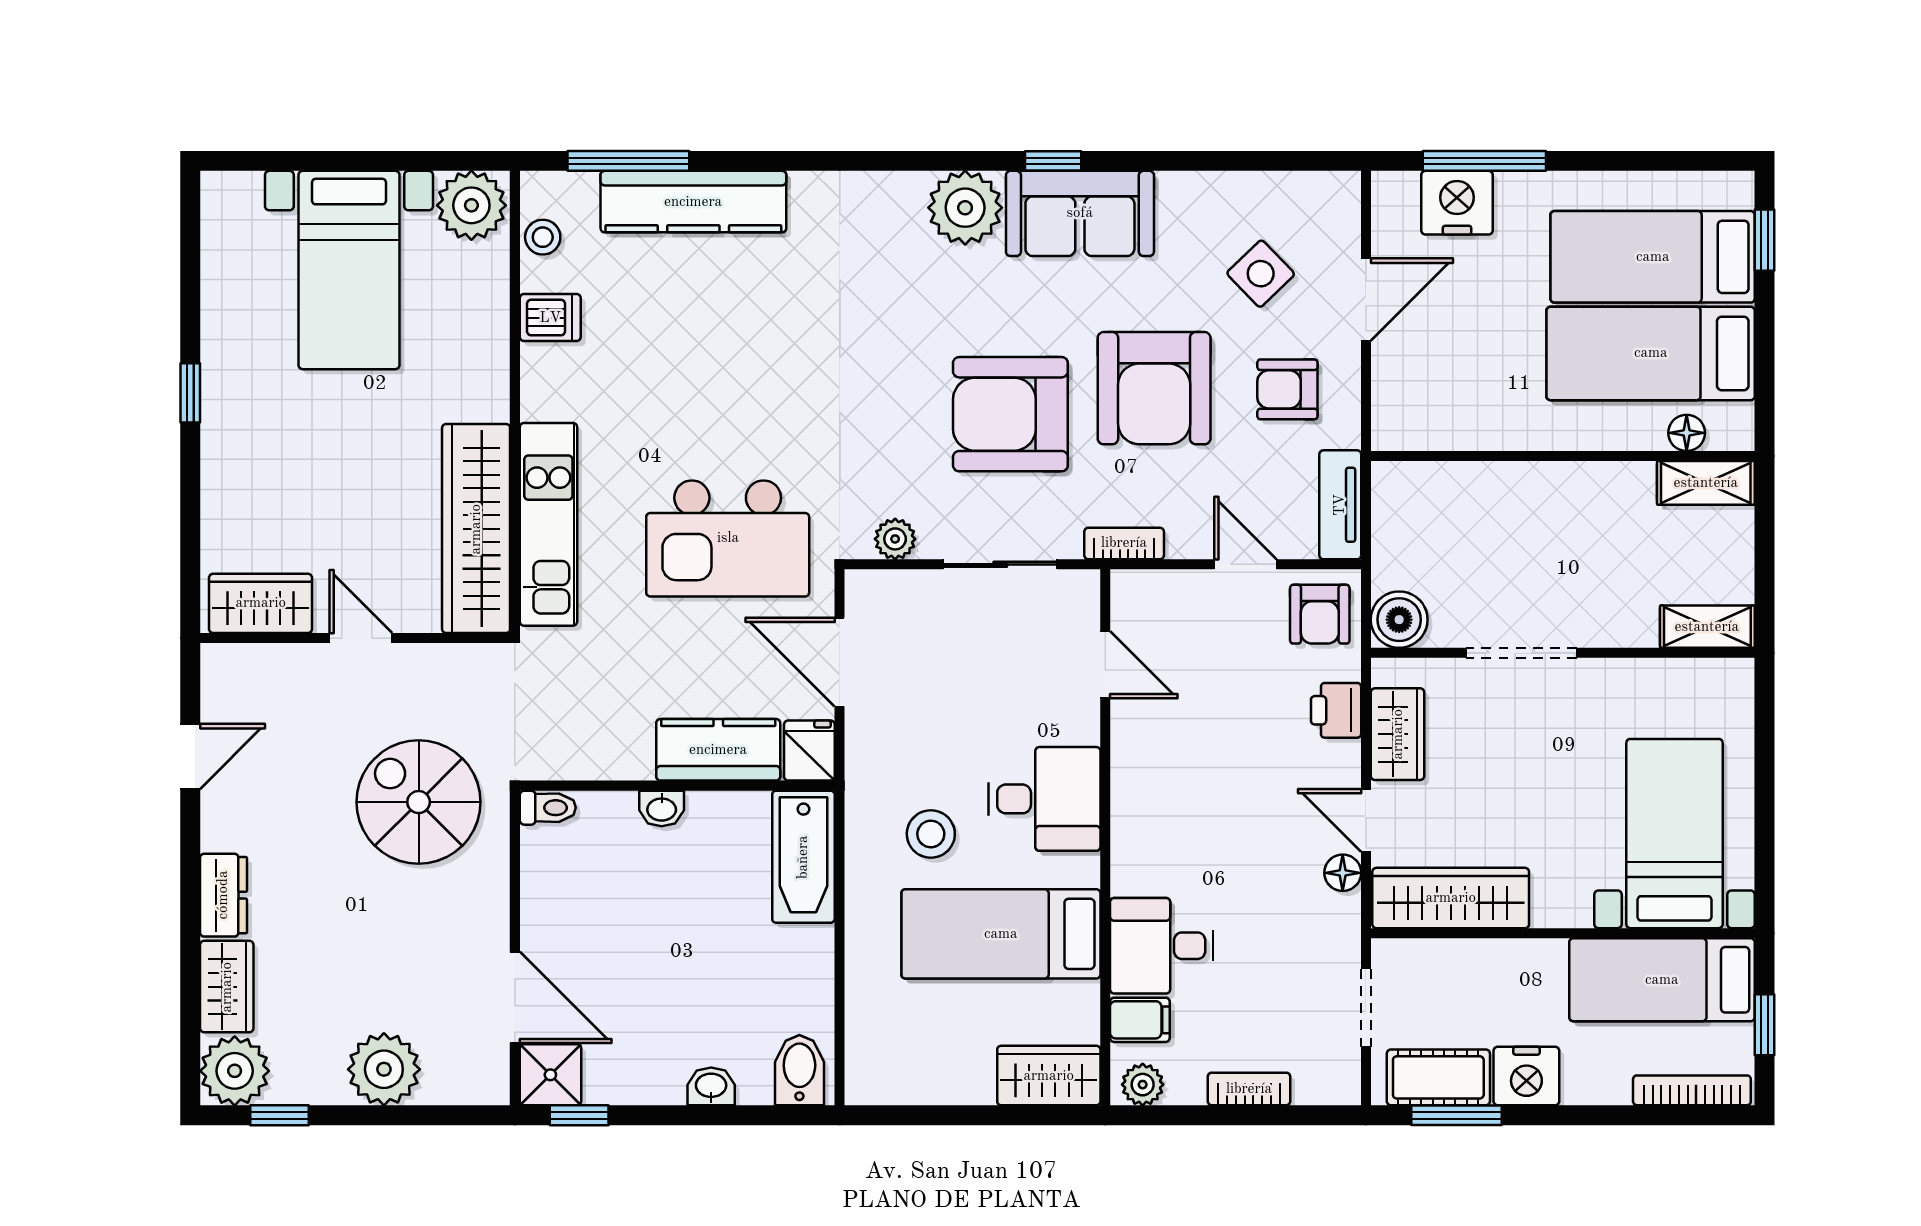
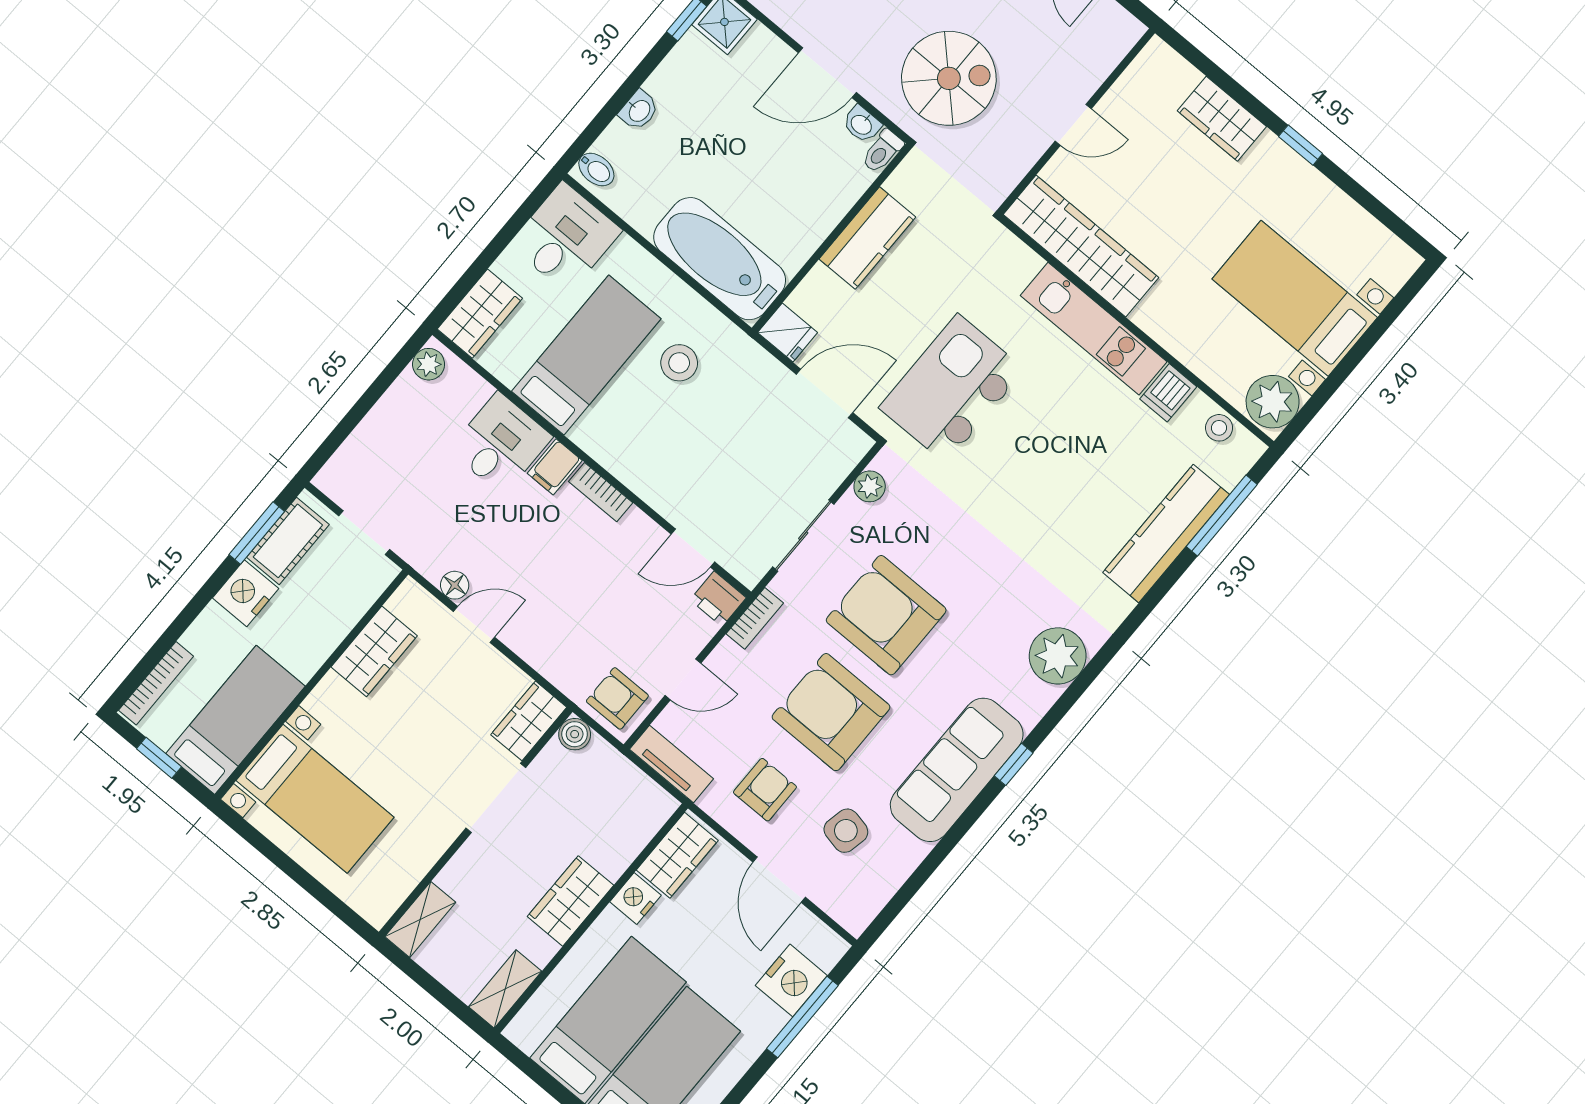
plant: (965, 208) -> (1058, 656), moved
sofa: (1080, 213) -> (957, 770), width x1.36
side table: (1261, 274) -> (846, 831), turned -34
armchair: (1010, 414) -> (886, 615), turned -90
wardrobe: (1427, 422) -> (677, 855), added
nightstand: (1506, 428) -> (635, 899), added
floor lamp: (1687, 433) -> (544, 1002), removed
wardrobe: (1563, 491) -> (570, 901), added
kitchen unit: (548, 524) -> (1094, 329), moved
wardrobe: (261, 603) -> (1222, 119), moved, turned 90
boiler: (1399, 620) -> (575, 734), width x0.73, depth x0.73
printer: (1336, 710) -> (718, 599), moved, turned 180
wardrobe: (1398, 734) -> (529, 721), moved, turned 90
kitchen counter: (718, 750) -> (867, 238), moved
desk: (1044, 799) -> (565, 238), moved, turned 180
washbasin: (662, 808) -> (862, 124), moved, turned -90
bathtub: (803, 857) -> (720, 259), width x1.36, depth x1.36
wardrobe: (1451, 898) -> (374, 651), width x0.67
door: (515, 997) -> (827, 73), moved
filing cabinet: (1140, 1020) -> (555, 467), moved
bidet: (799, 1070) -> (596, 170), width x0.72, depth x0.74
bookcase: (1249, 1089) -> (601, 492), moved, turned 90

